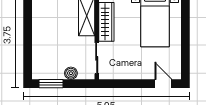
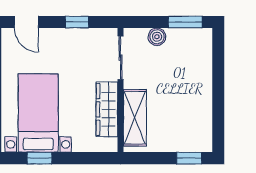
window: (128, 84) -> (77, 22), added

